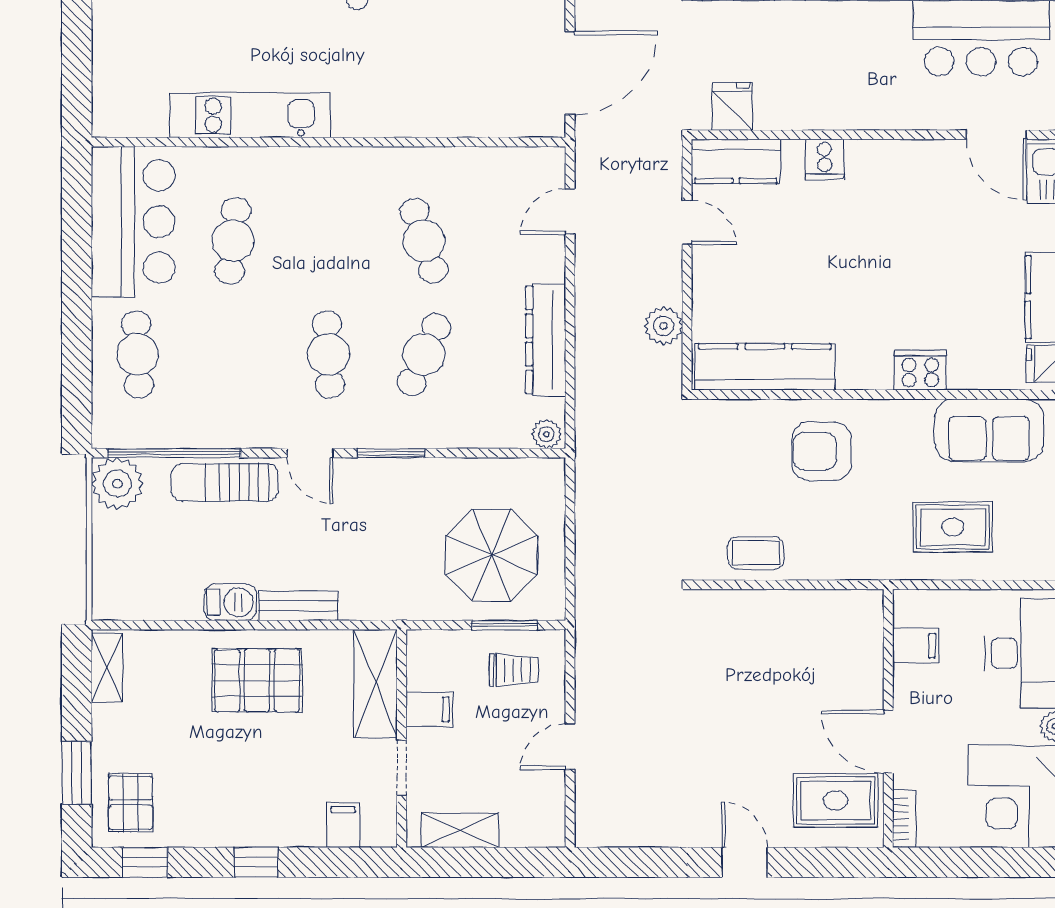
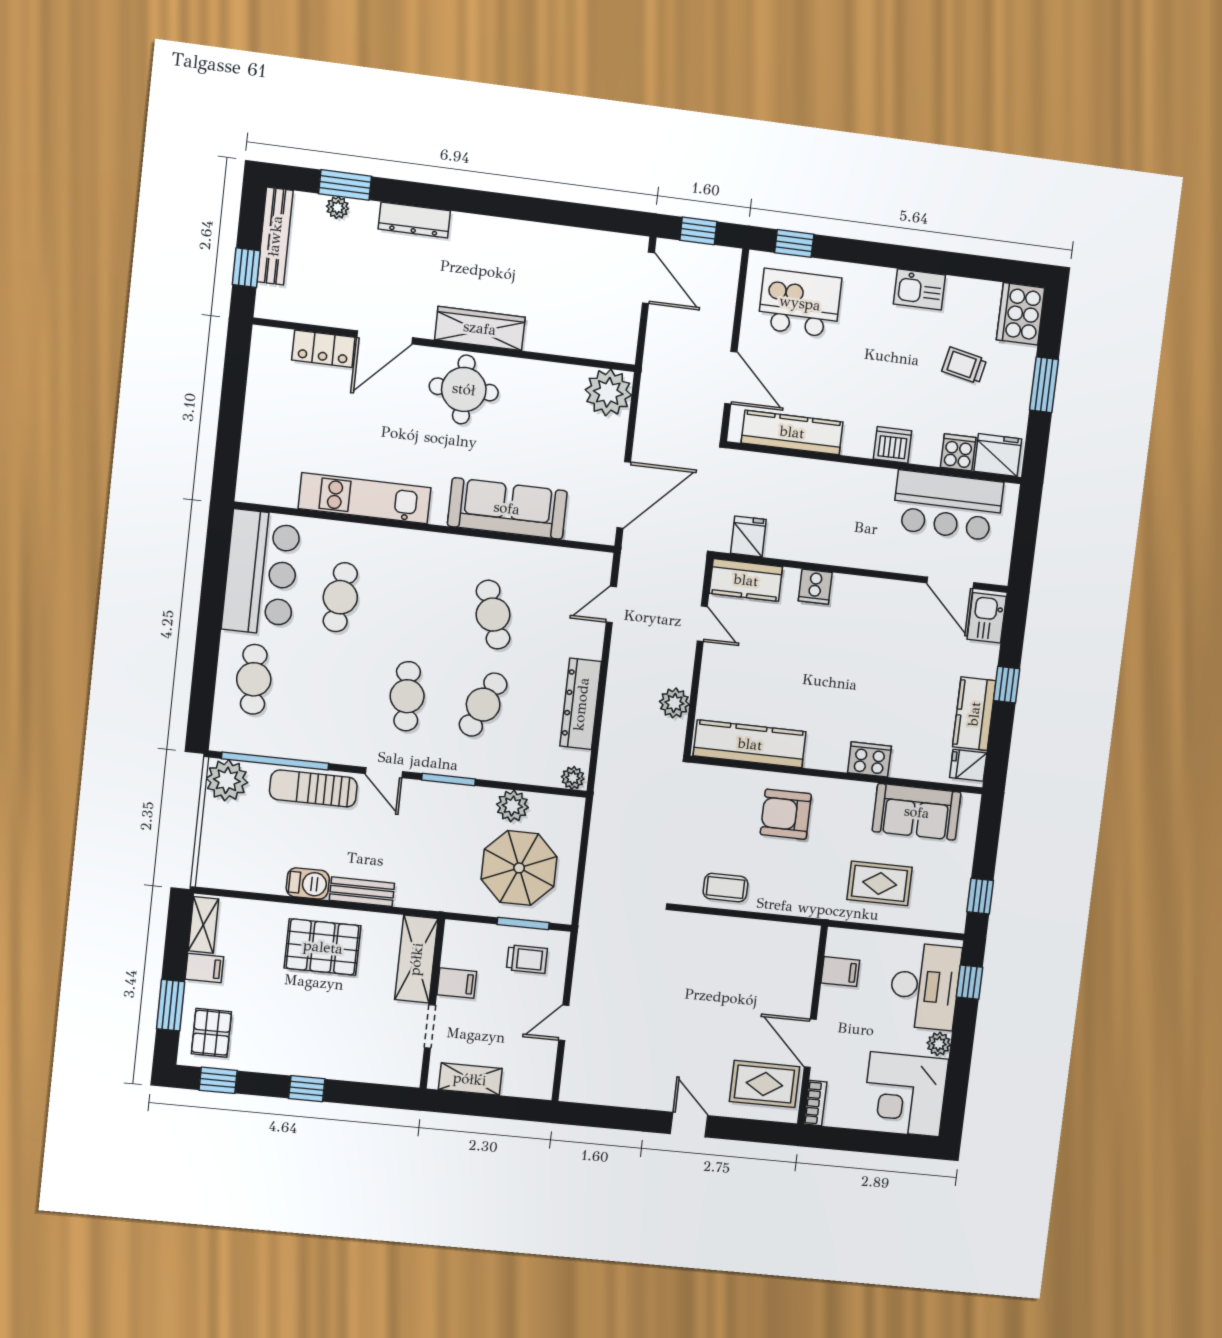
sofa: (427, 107) -> (507, 508), added
plant: (475, 478) -> (512, 806), added
filing cabinet: (343, 825) -> (204, 968), moved, turned 90

